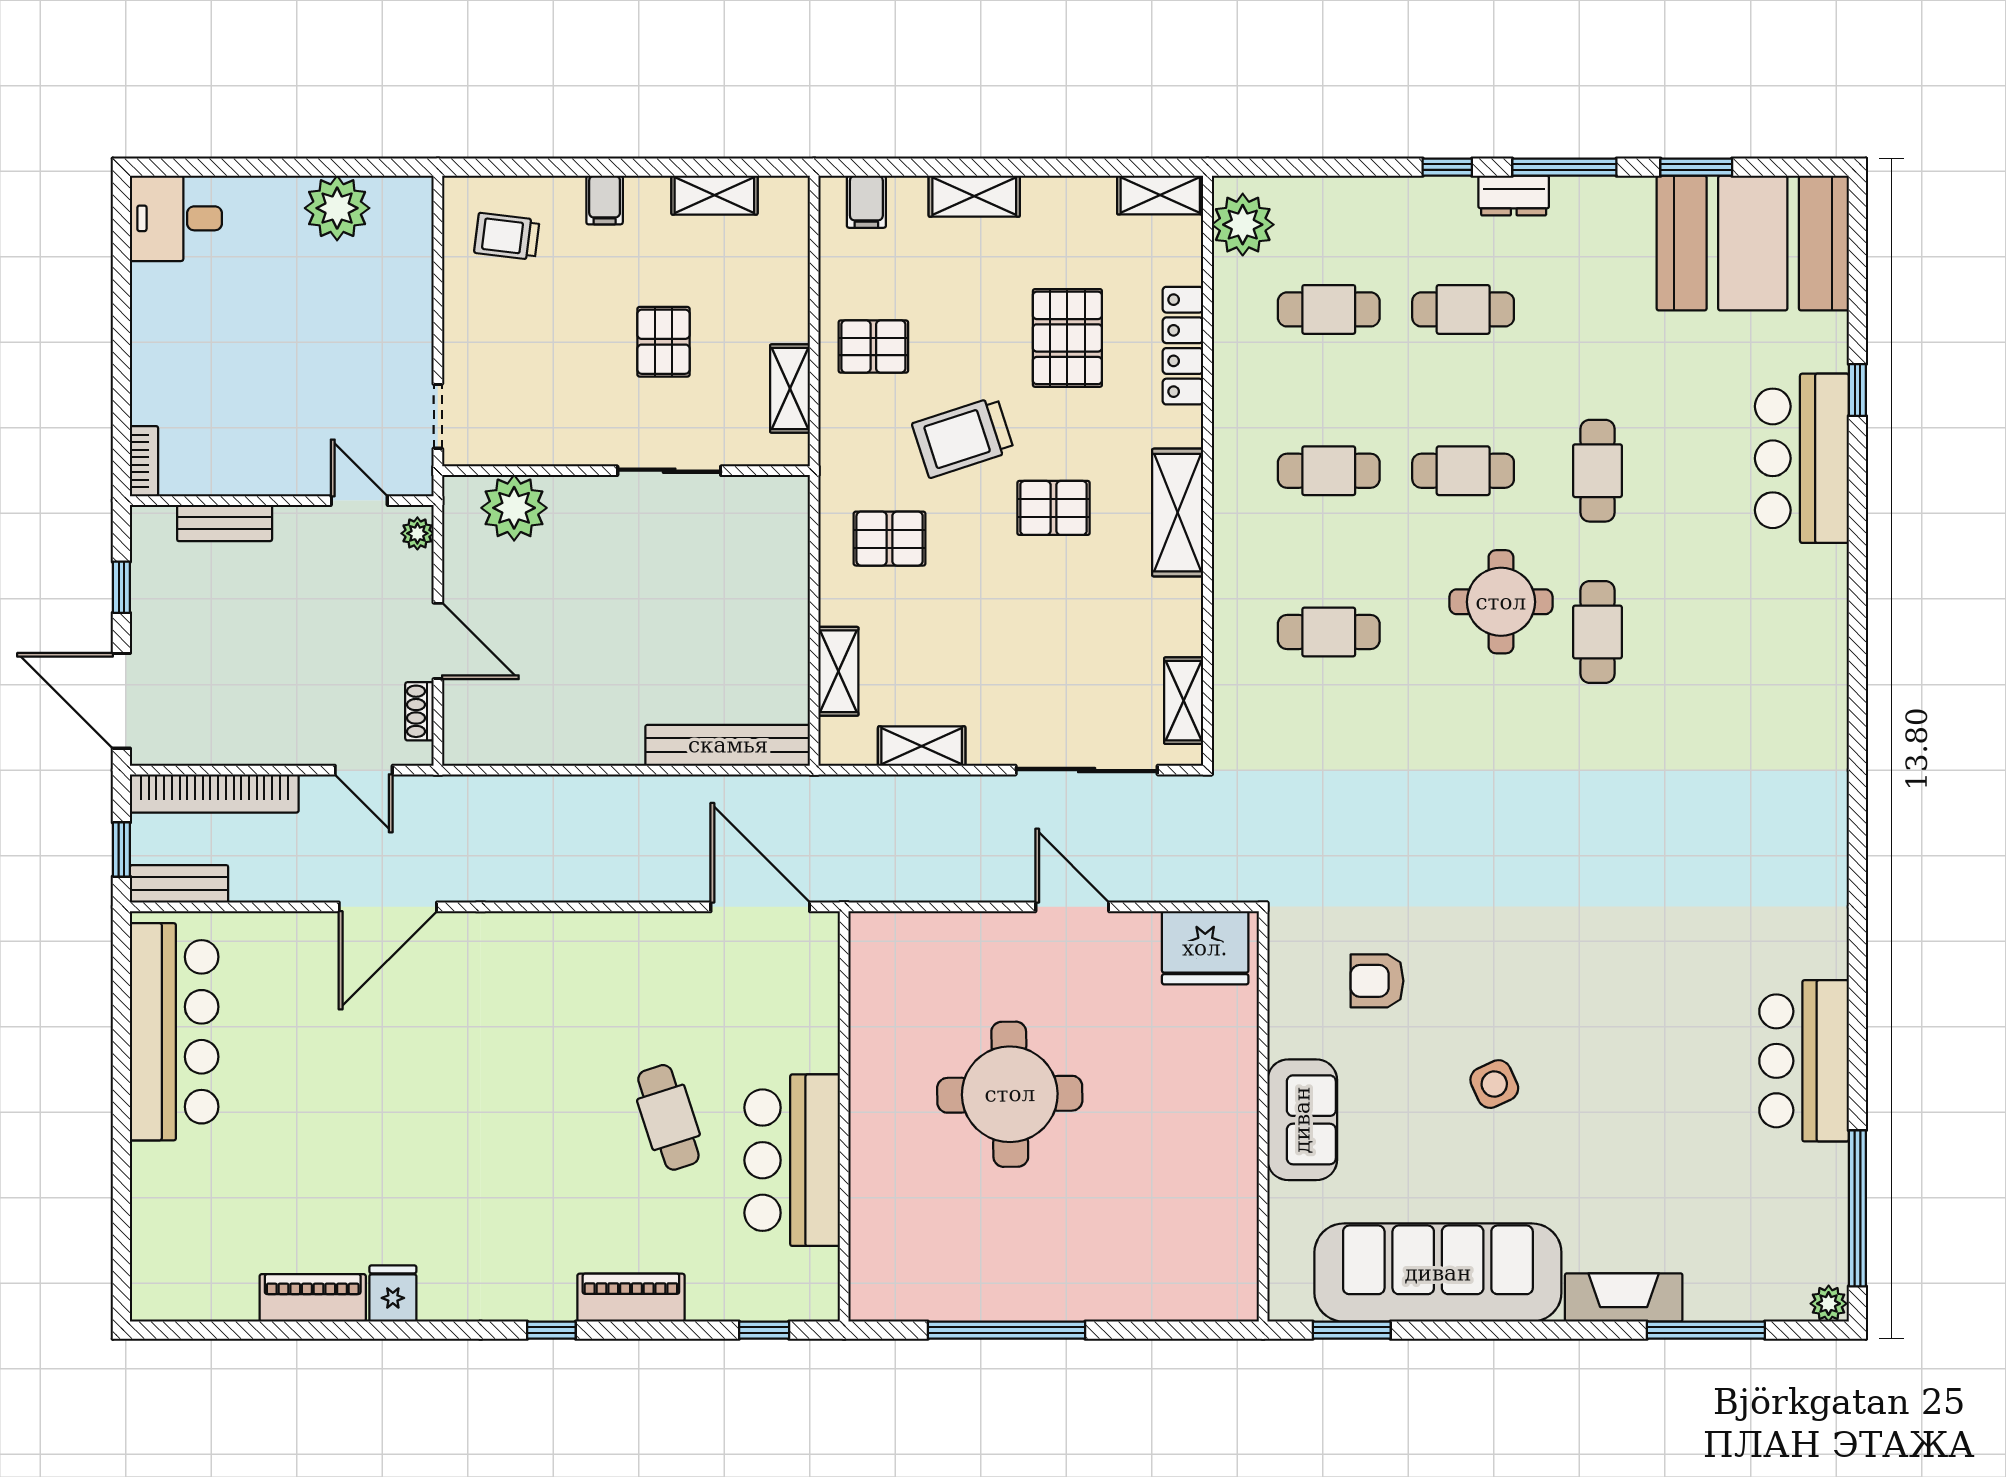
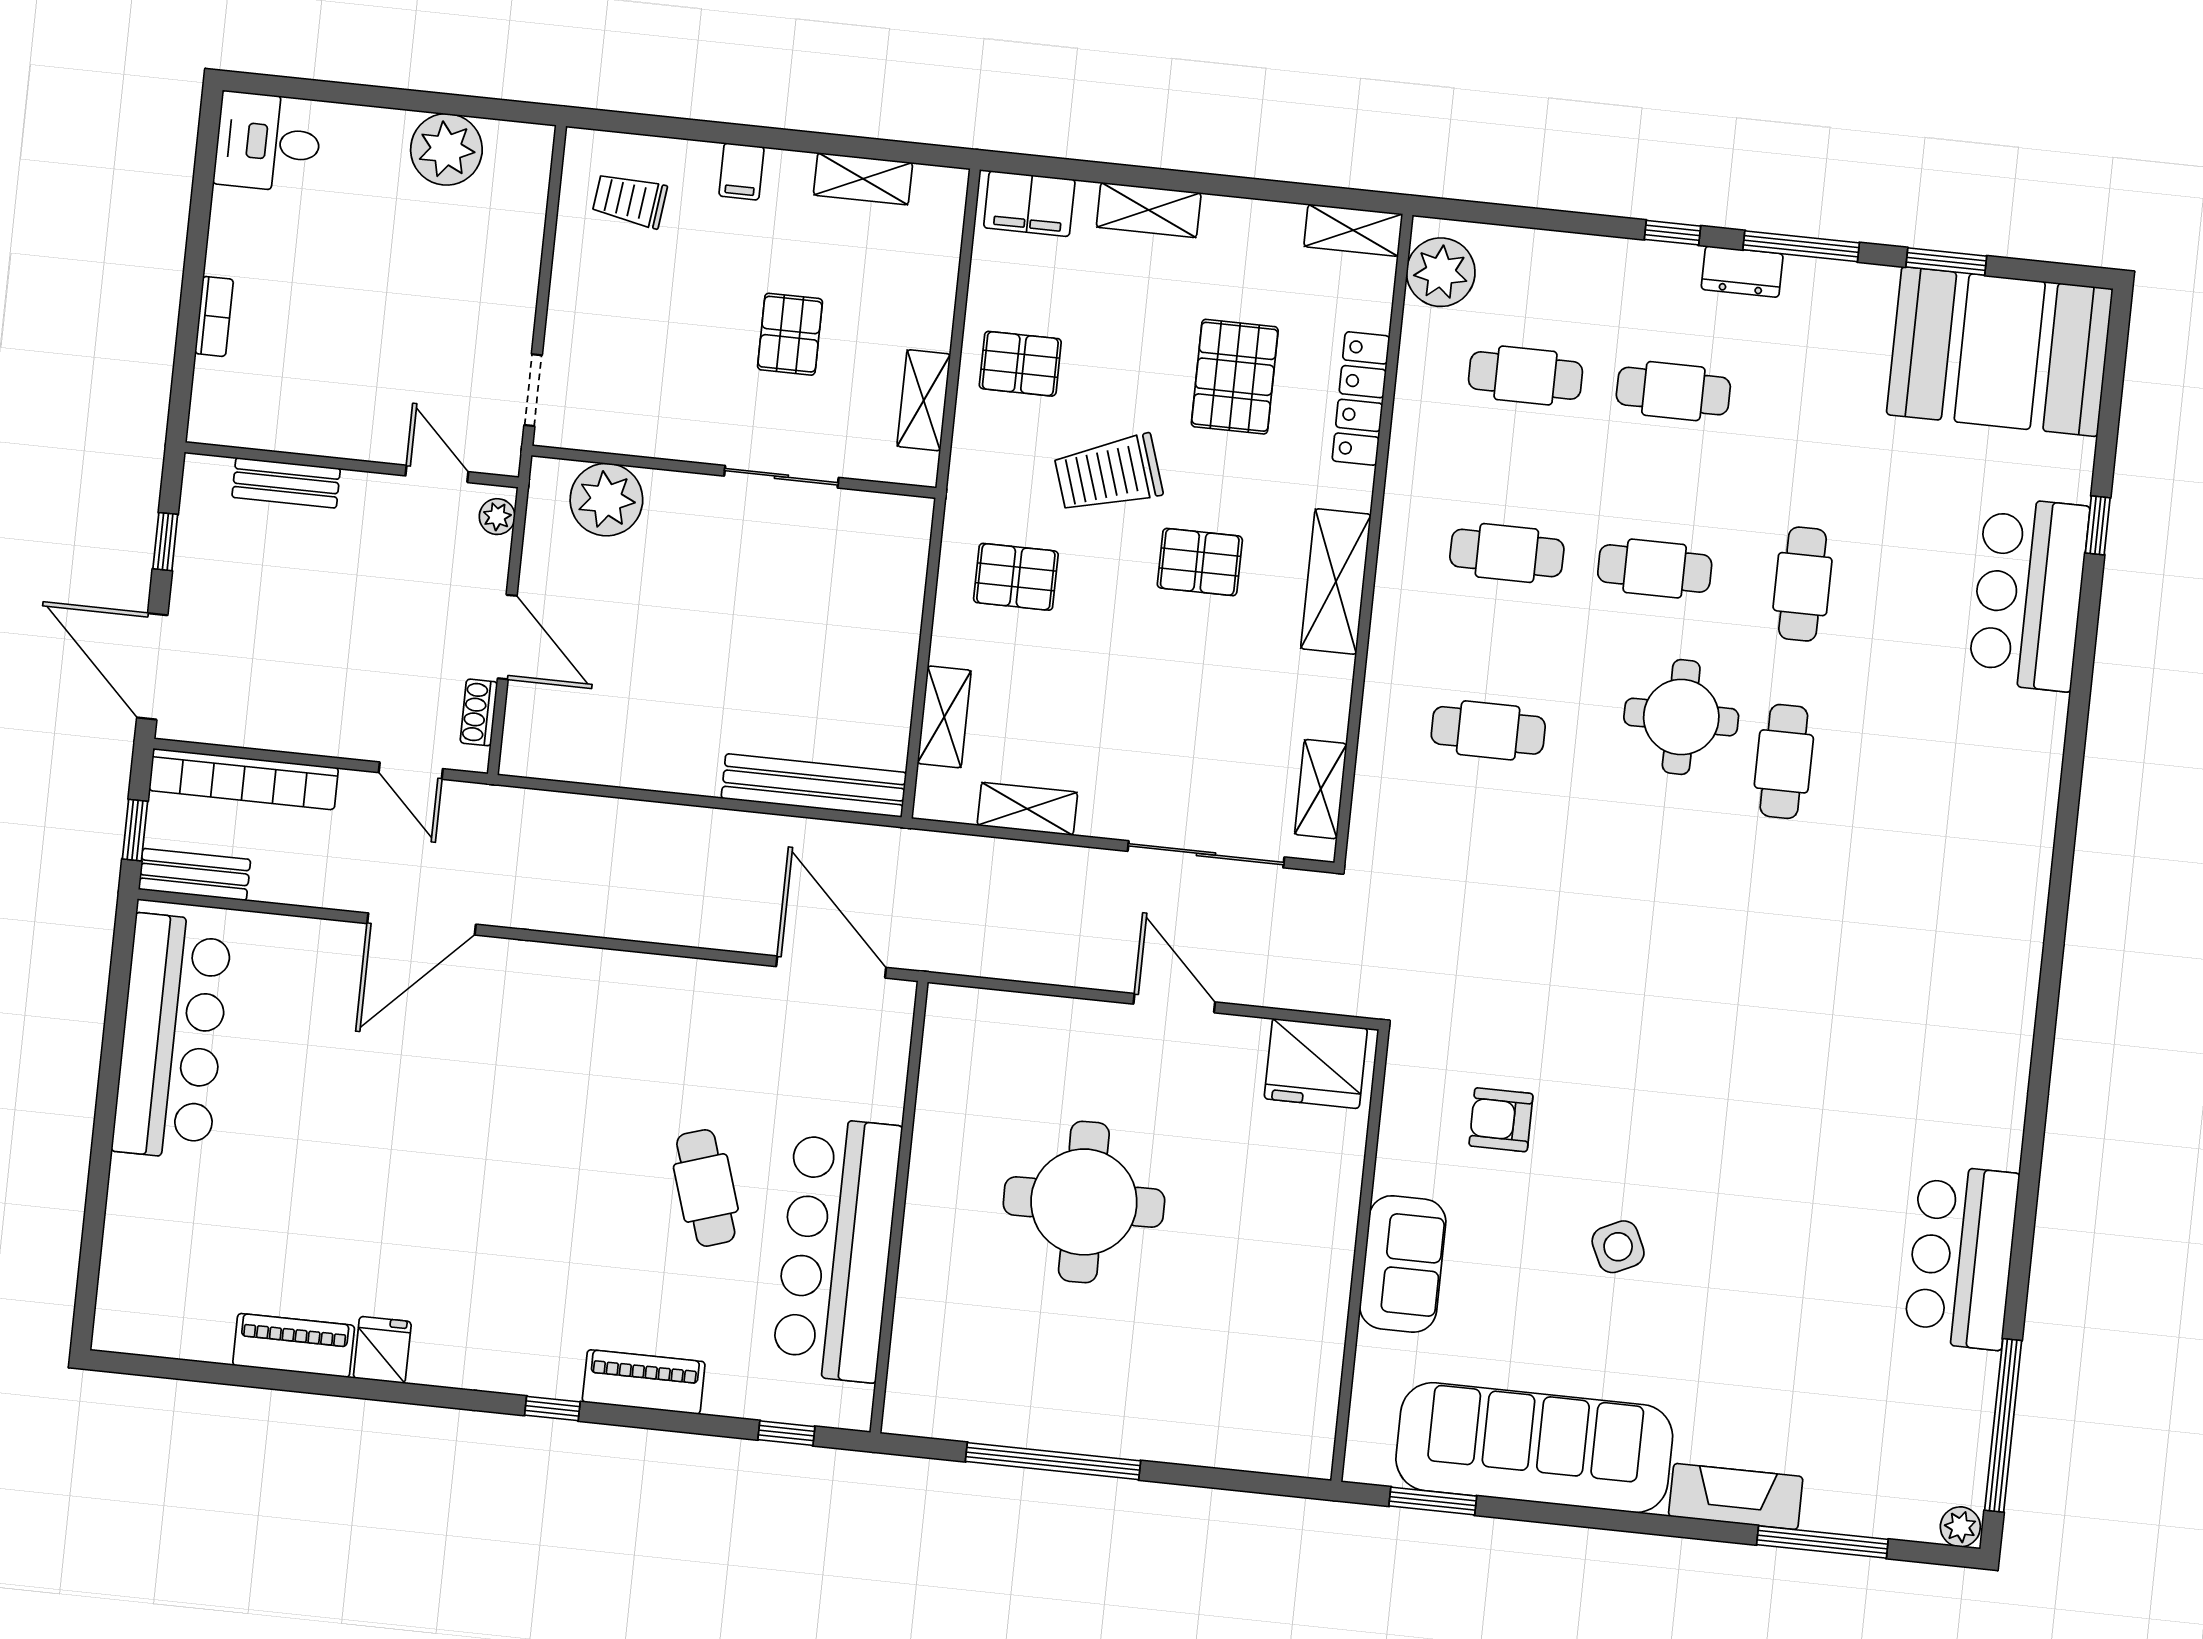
filing cabinet: (866, 202) -> (1029, 204), width x2.00
bookcase: (144, 461) -> (214, 316), moved
bar counter: (792, 1160) -> (837, 1249), width x1.36

